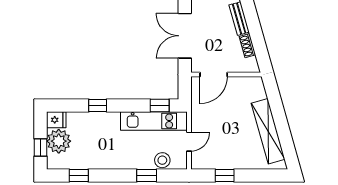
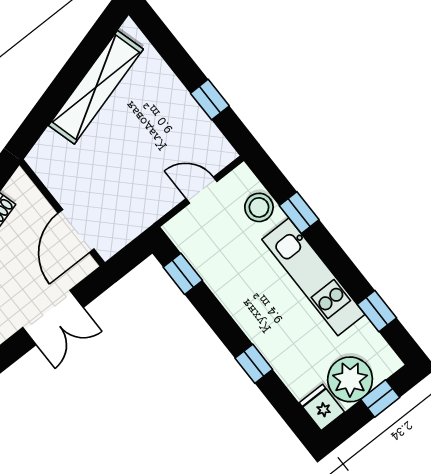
double door: (185, 36) -> (53, 318), width x0.73
door: (214, 75) -> (76, 231), swing flipped
kitchen unit: (154, 121) -> (313, 277), moved, turned 180

